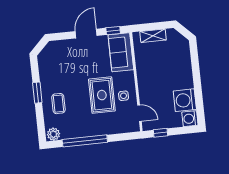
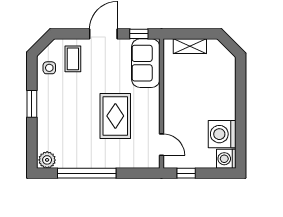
side table: (124, 96) -> (49, 68), moved
coffee table: (58, 104) -> (73, 59), moved

